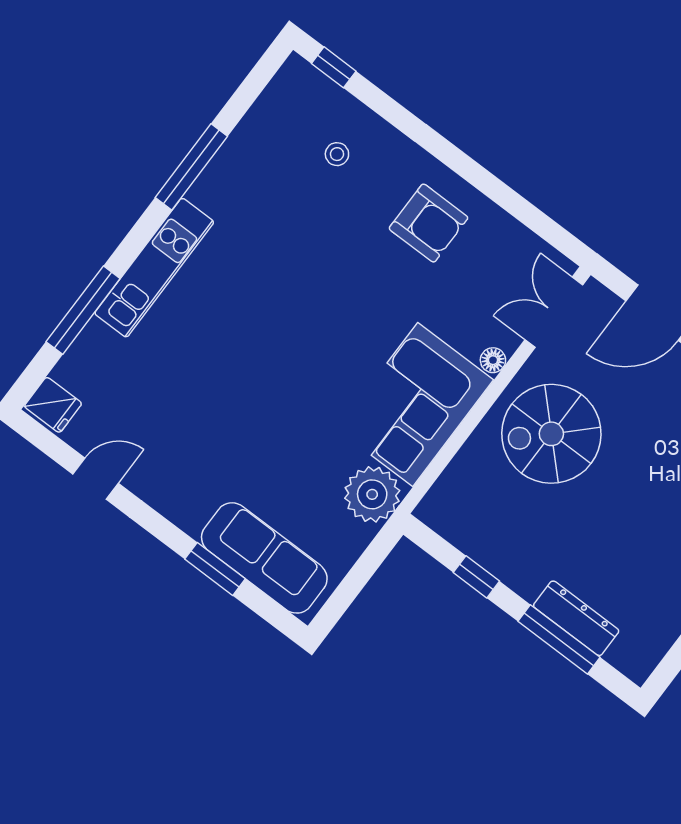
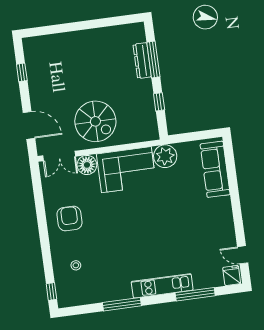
floor lamp: (493, 360) -> (87, 165), width x1.89, depth x1.89
door: (96, 479) -> (243, 255), moved
window: (215, 569) -> (233, 181), removed

